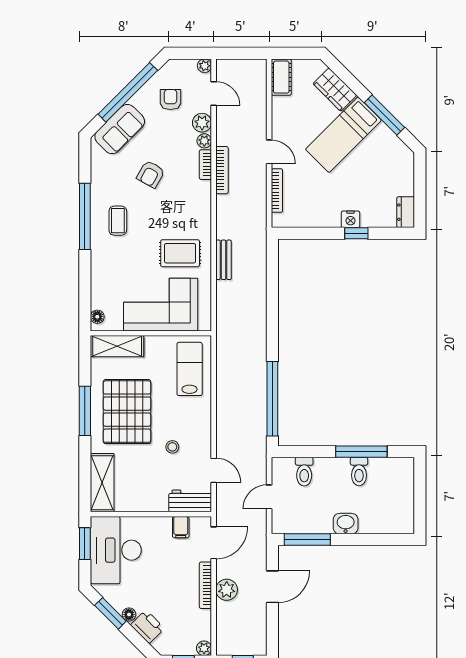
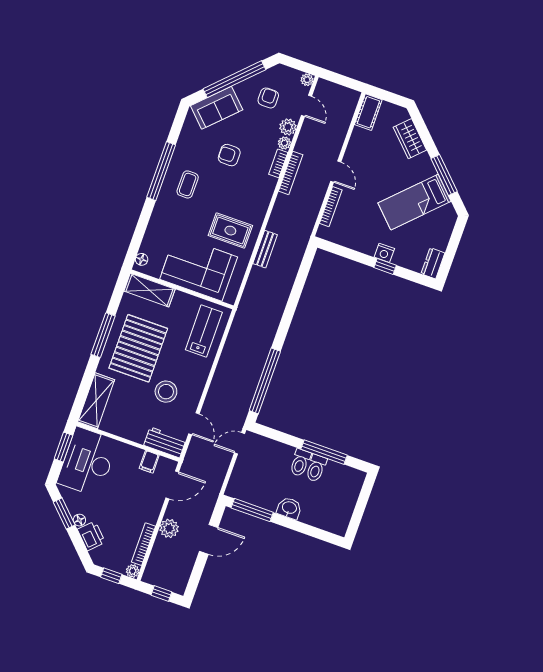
bed: (343, 135) -> (414, 202), moved
armchair: (151, 174) -> (229, 155), turned 61
stool: (172, 447) -> (166, 392), width x1.89, depth x1.89
toilet: (304, 472) -> (300, 463), moved
door: (269, 497) -> (240, 443), moved
bookcase: (205, 585) -> (143, 544), moved

